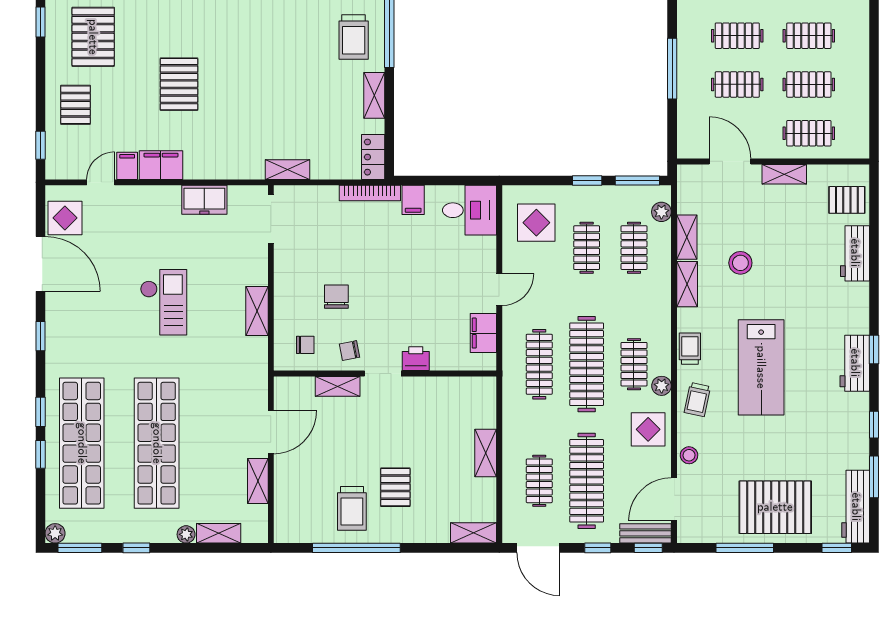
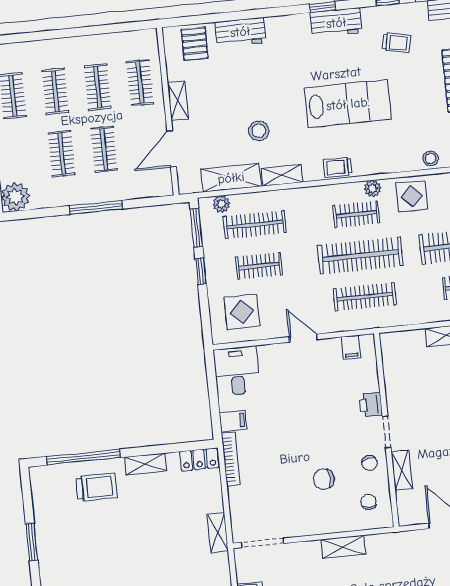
shelving: (687, 237) -> (231, 178), width x1.50, depth x1.33
clothes rail: (634, 248) -> (255, 225), width x1.36
filing cabinet: (483, 333) -> (351, 347), width x0.50
trolley: (697, 400) -> (396, 43), moved

